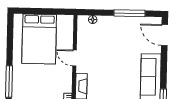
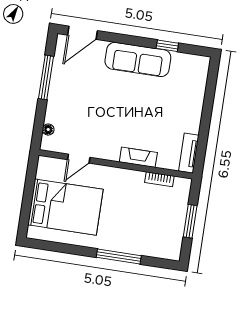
door: (75, 58) -> (79, 159), moved

